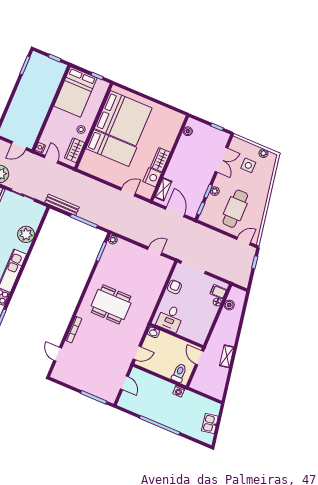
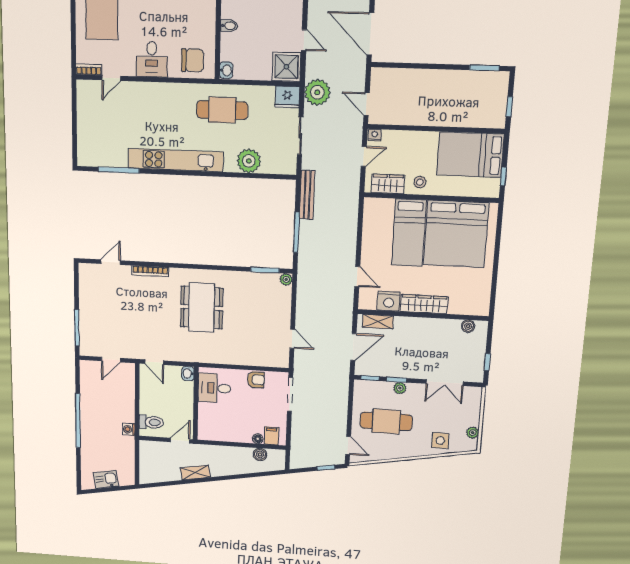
wardrobe: (160, 160) -> (424, 304), width x1.50
side table: (248, 165) -> (440, 441), moved

